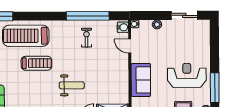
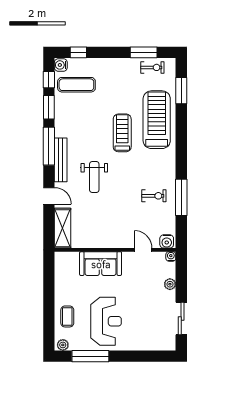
window: (88, 16) -> (181, 197), width x0.68
door: (130, 46) -> (143, 250), hinge flipped
treadmill: (36, 63) -> (122, 133), turned 180

